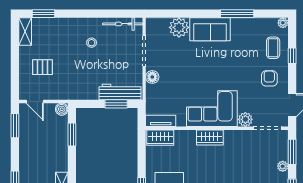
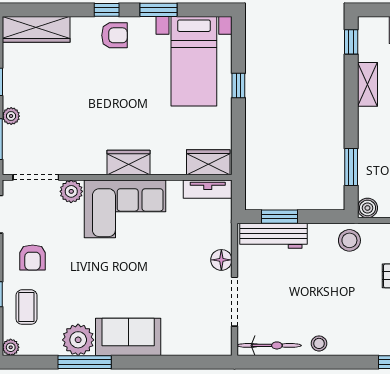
plant: (179, 27) -> (78, 340), moved
stool: (92, 43) -> (319, 343), moved
stool: (73, 89) -> (349, 240), added

